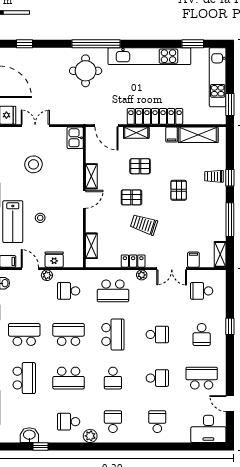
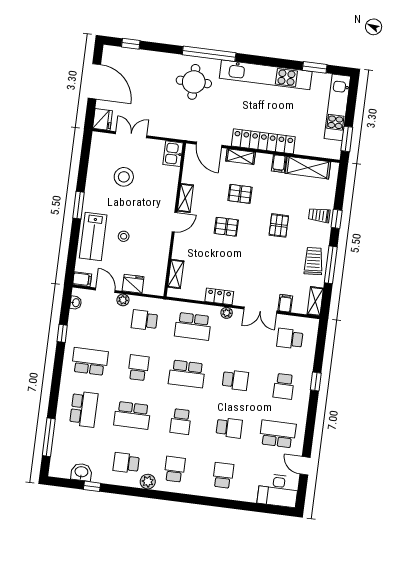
trolley: (144, 225) -> (313, 261), moved, turned 68
school desk: (69, 334) -> (138, 368), width x0.54
school desk: (113, 334) -> (187, 374), turned 90

